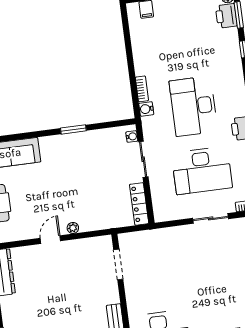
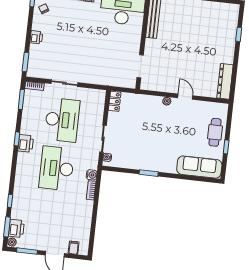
desk: (193, 106) -> (57, 168), turned 180
desk: (202, 170) -> (62, 120), turned 90
locker: (139, 204) -> (115, 101), width x0.66
door: (50, 240) -> (185, 97), swing flipped

